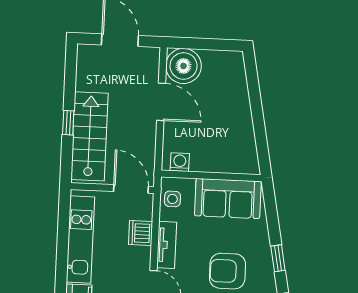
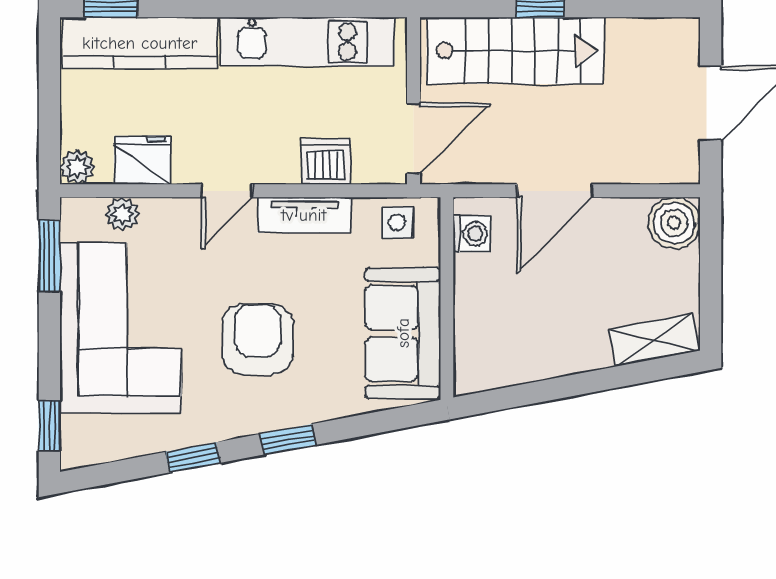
boiler: (183, 66) -> (674, 223), width x0.73, depth x0.73
shelving: (237, 74) -> (654, 340), added
door: (161, 102) -> (555, 191), moved

